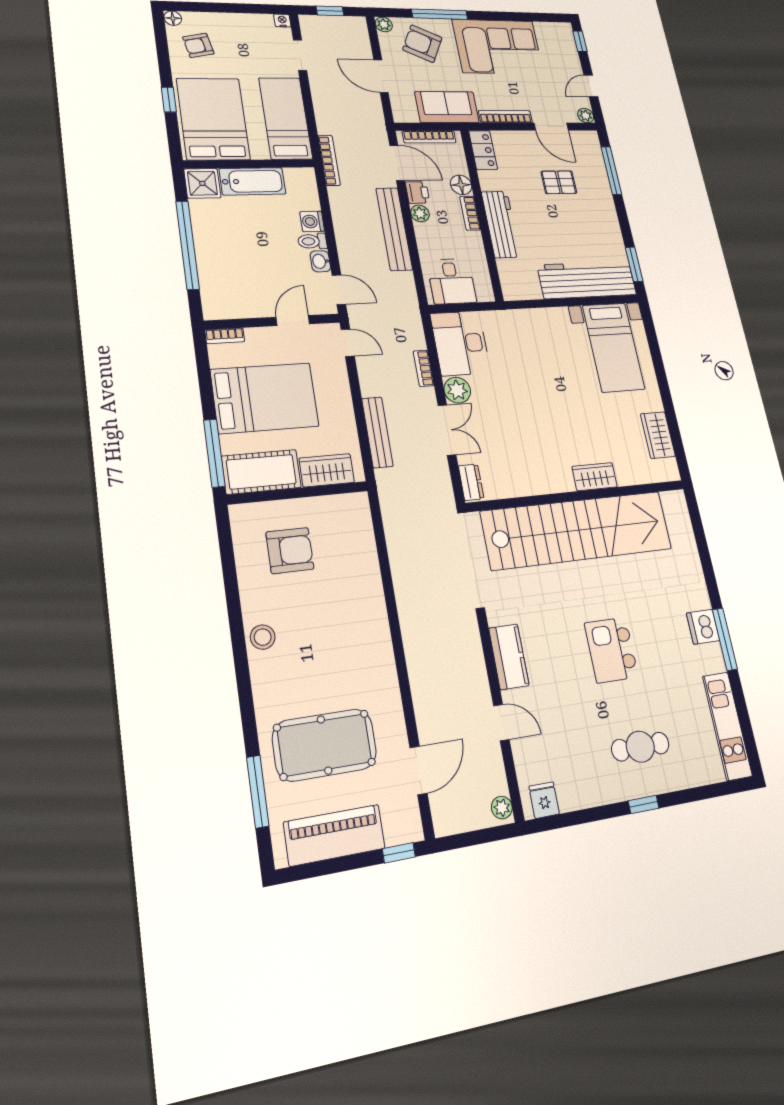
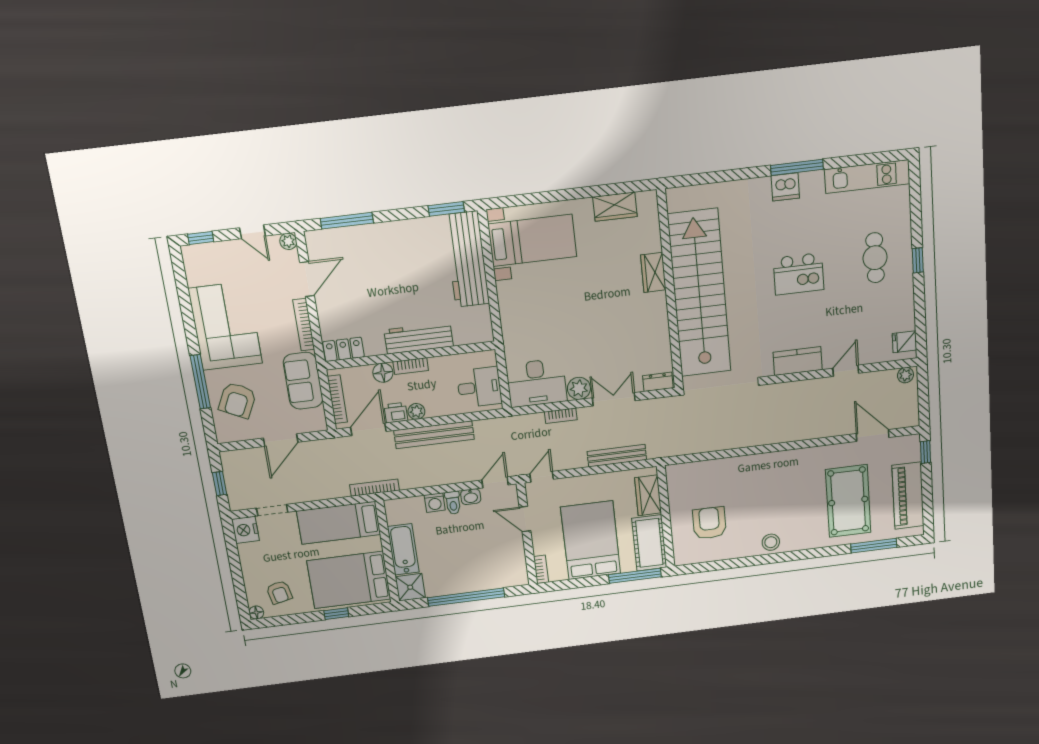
nightstand: (282, 20) -> (245, 530), width x1.89, depth x1.79
plant: (384, 24) -> (224, 435), removed
pallet: (559, 182) -> (367, 277), removed

